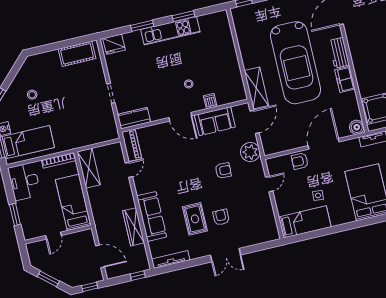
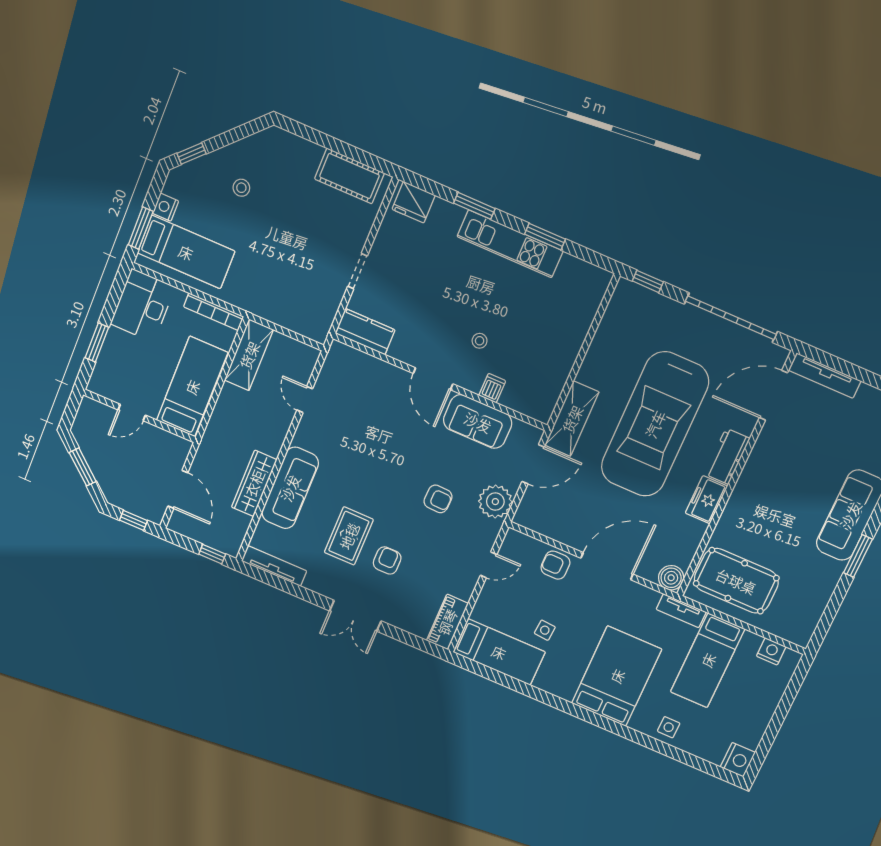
piano: (132, 145) -> (447, 622), moved, turned 180
door: (129, 170) -> (305, 399), swing flipped

